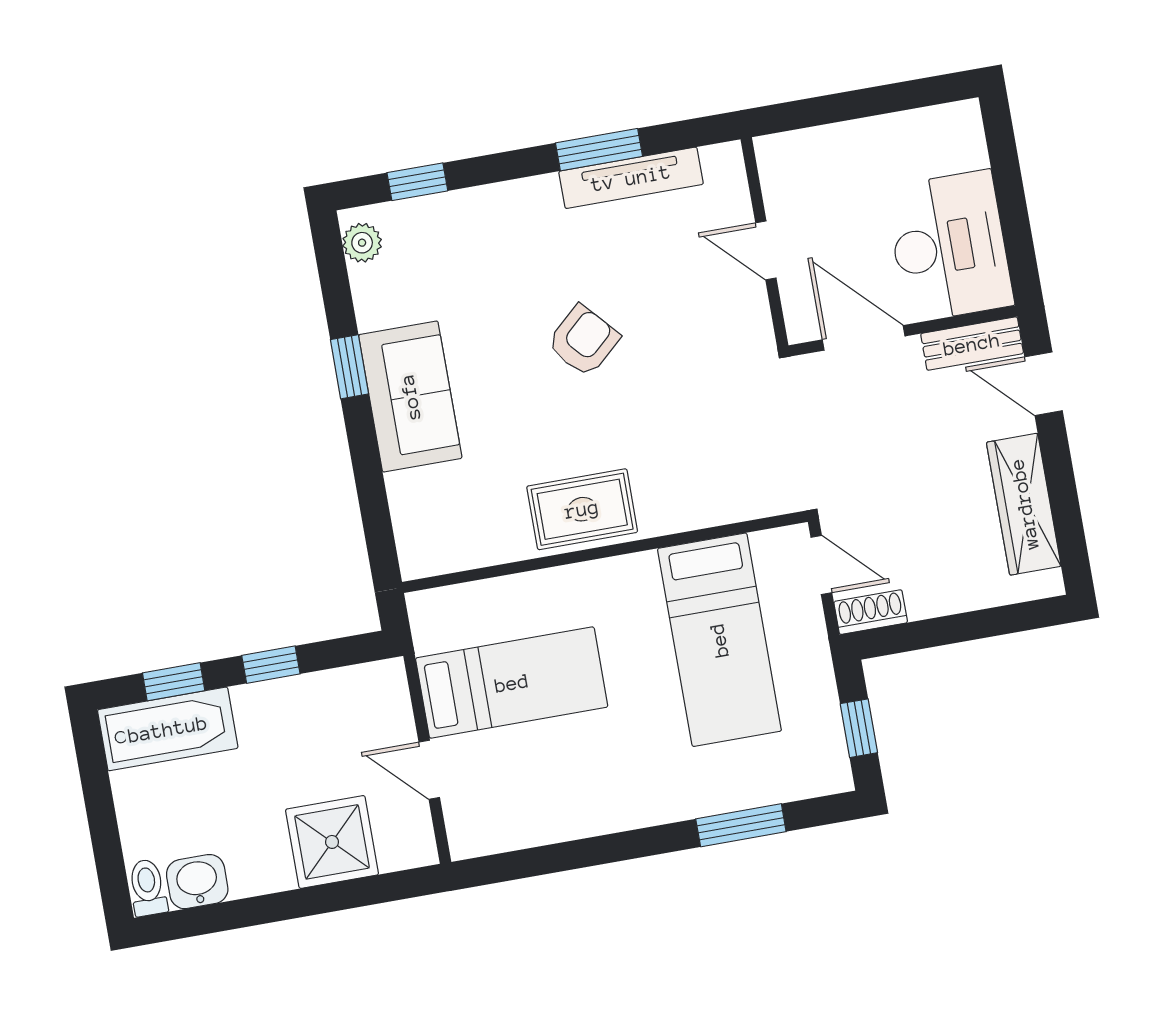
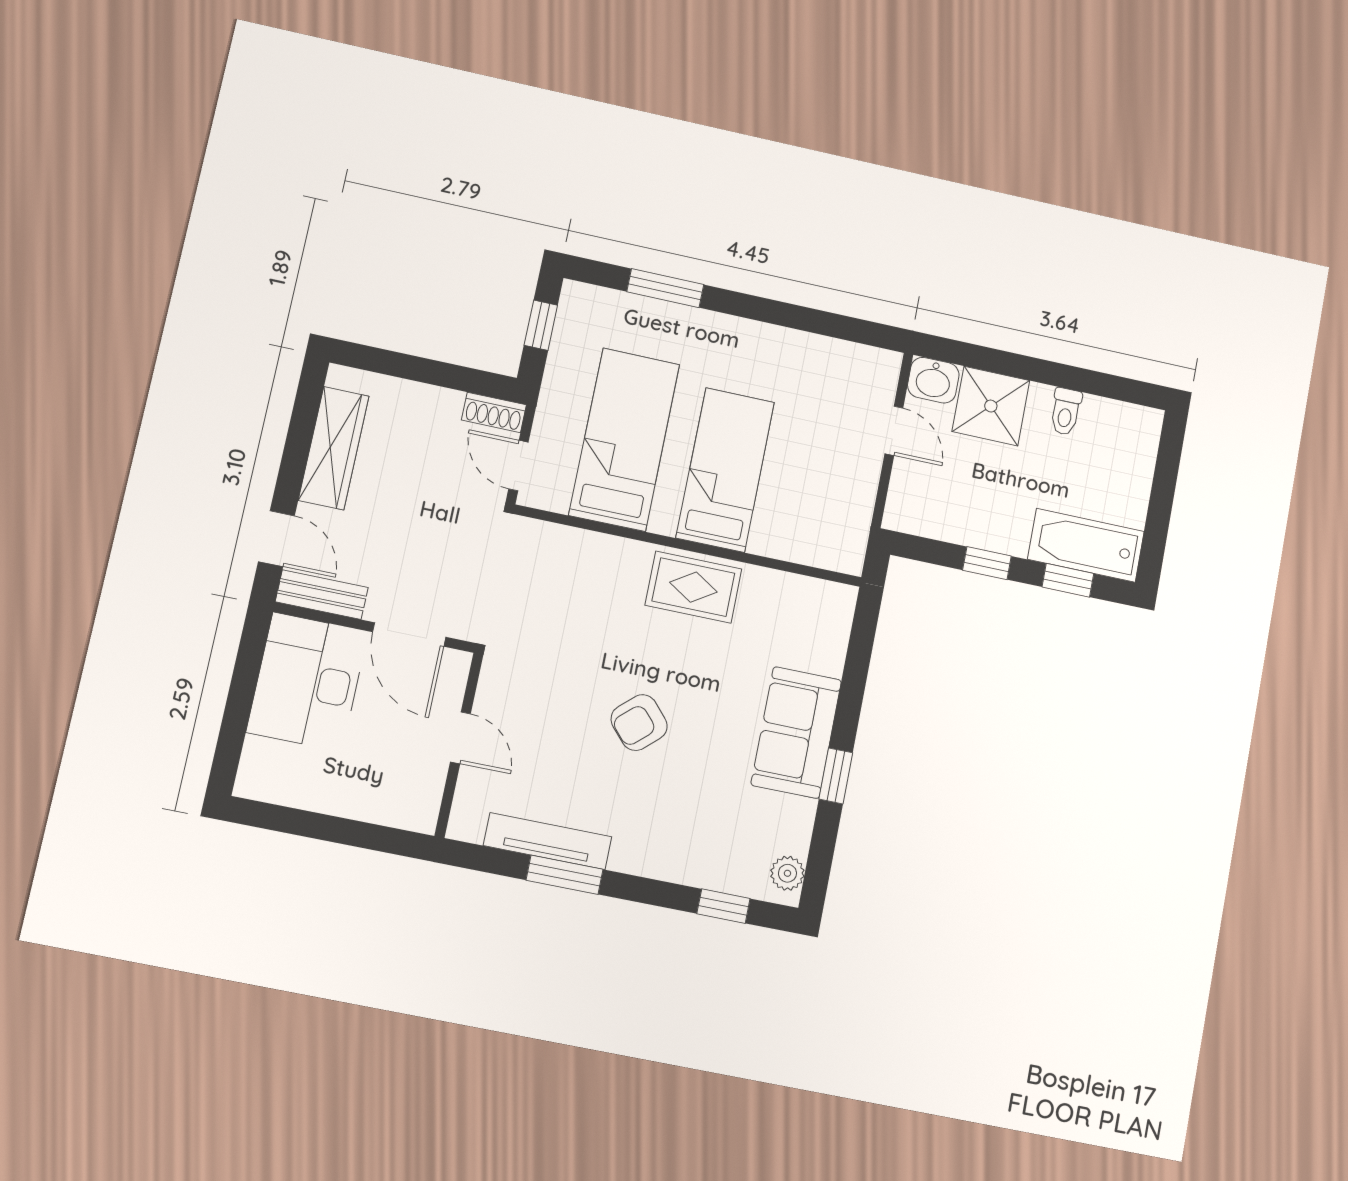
bed: (512, 683) -> (725, 470), moved, turned 90
washbasin: (197, 882) -> (933, 380), moved
toilet: (148, 888) -> (1066, 412), moved

